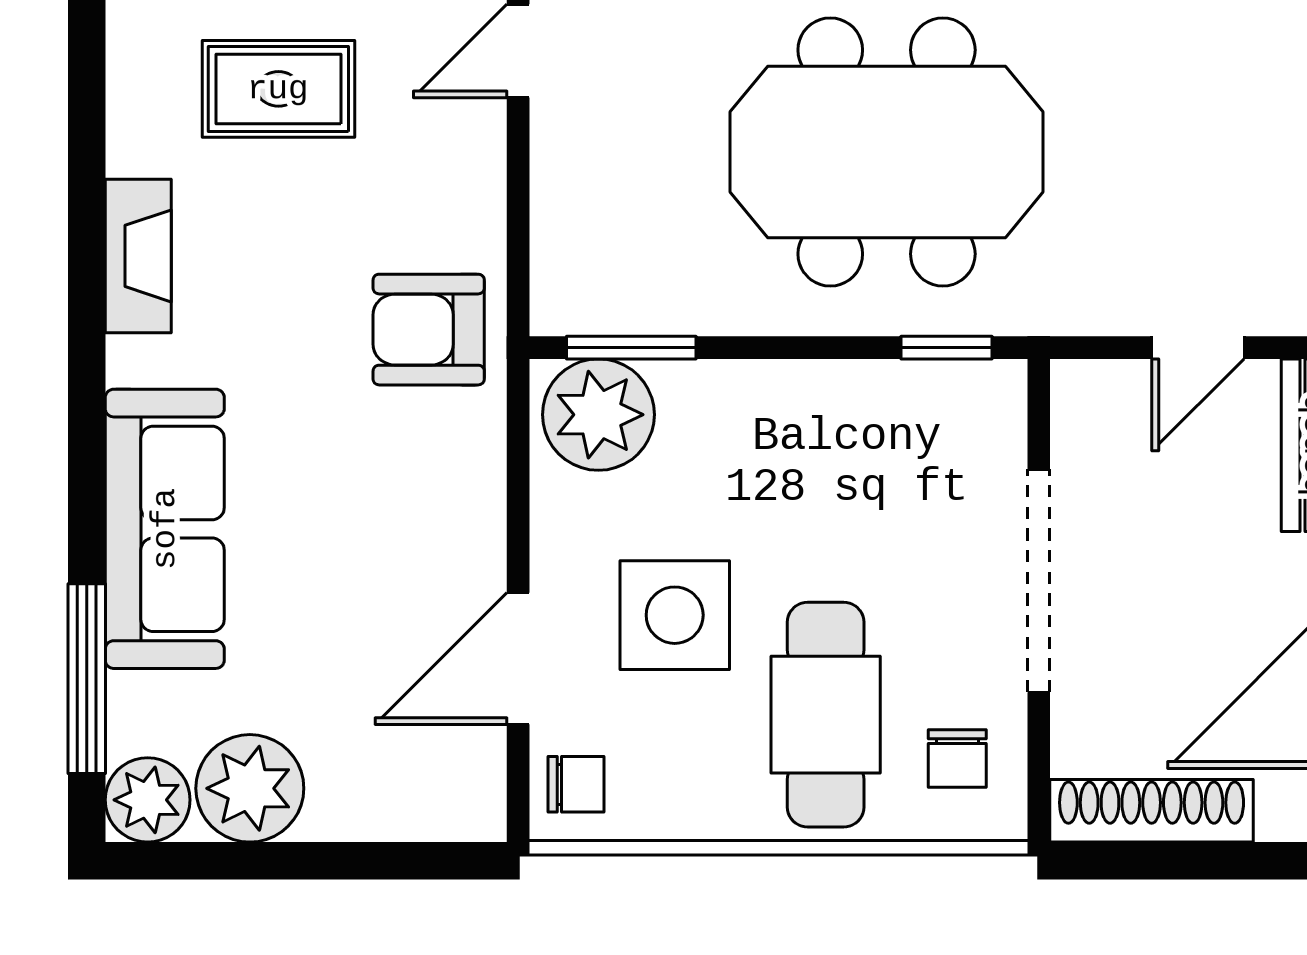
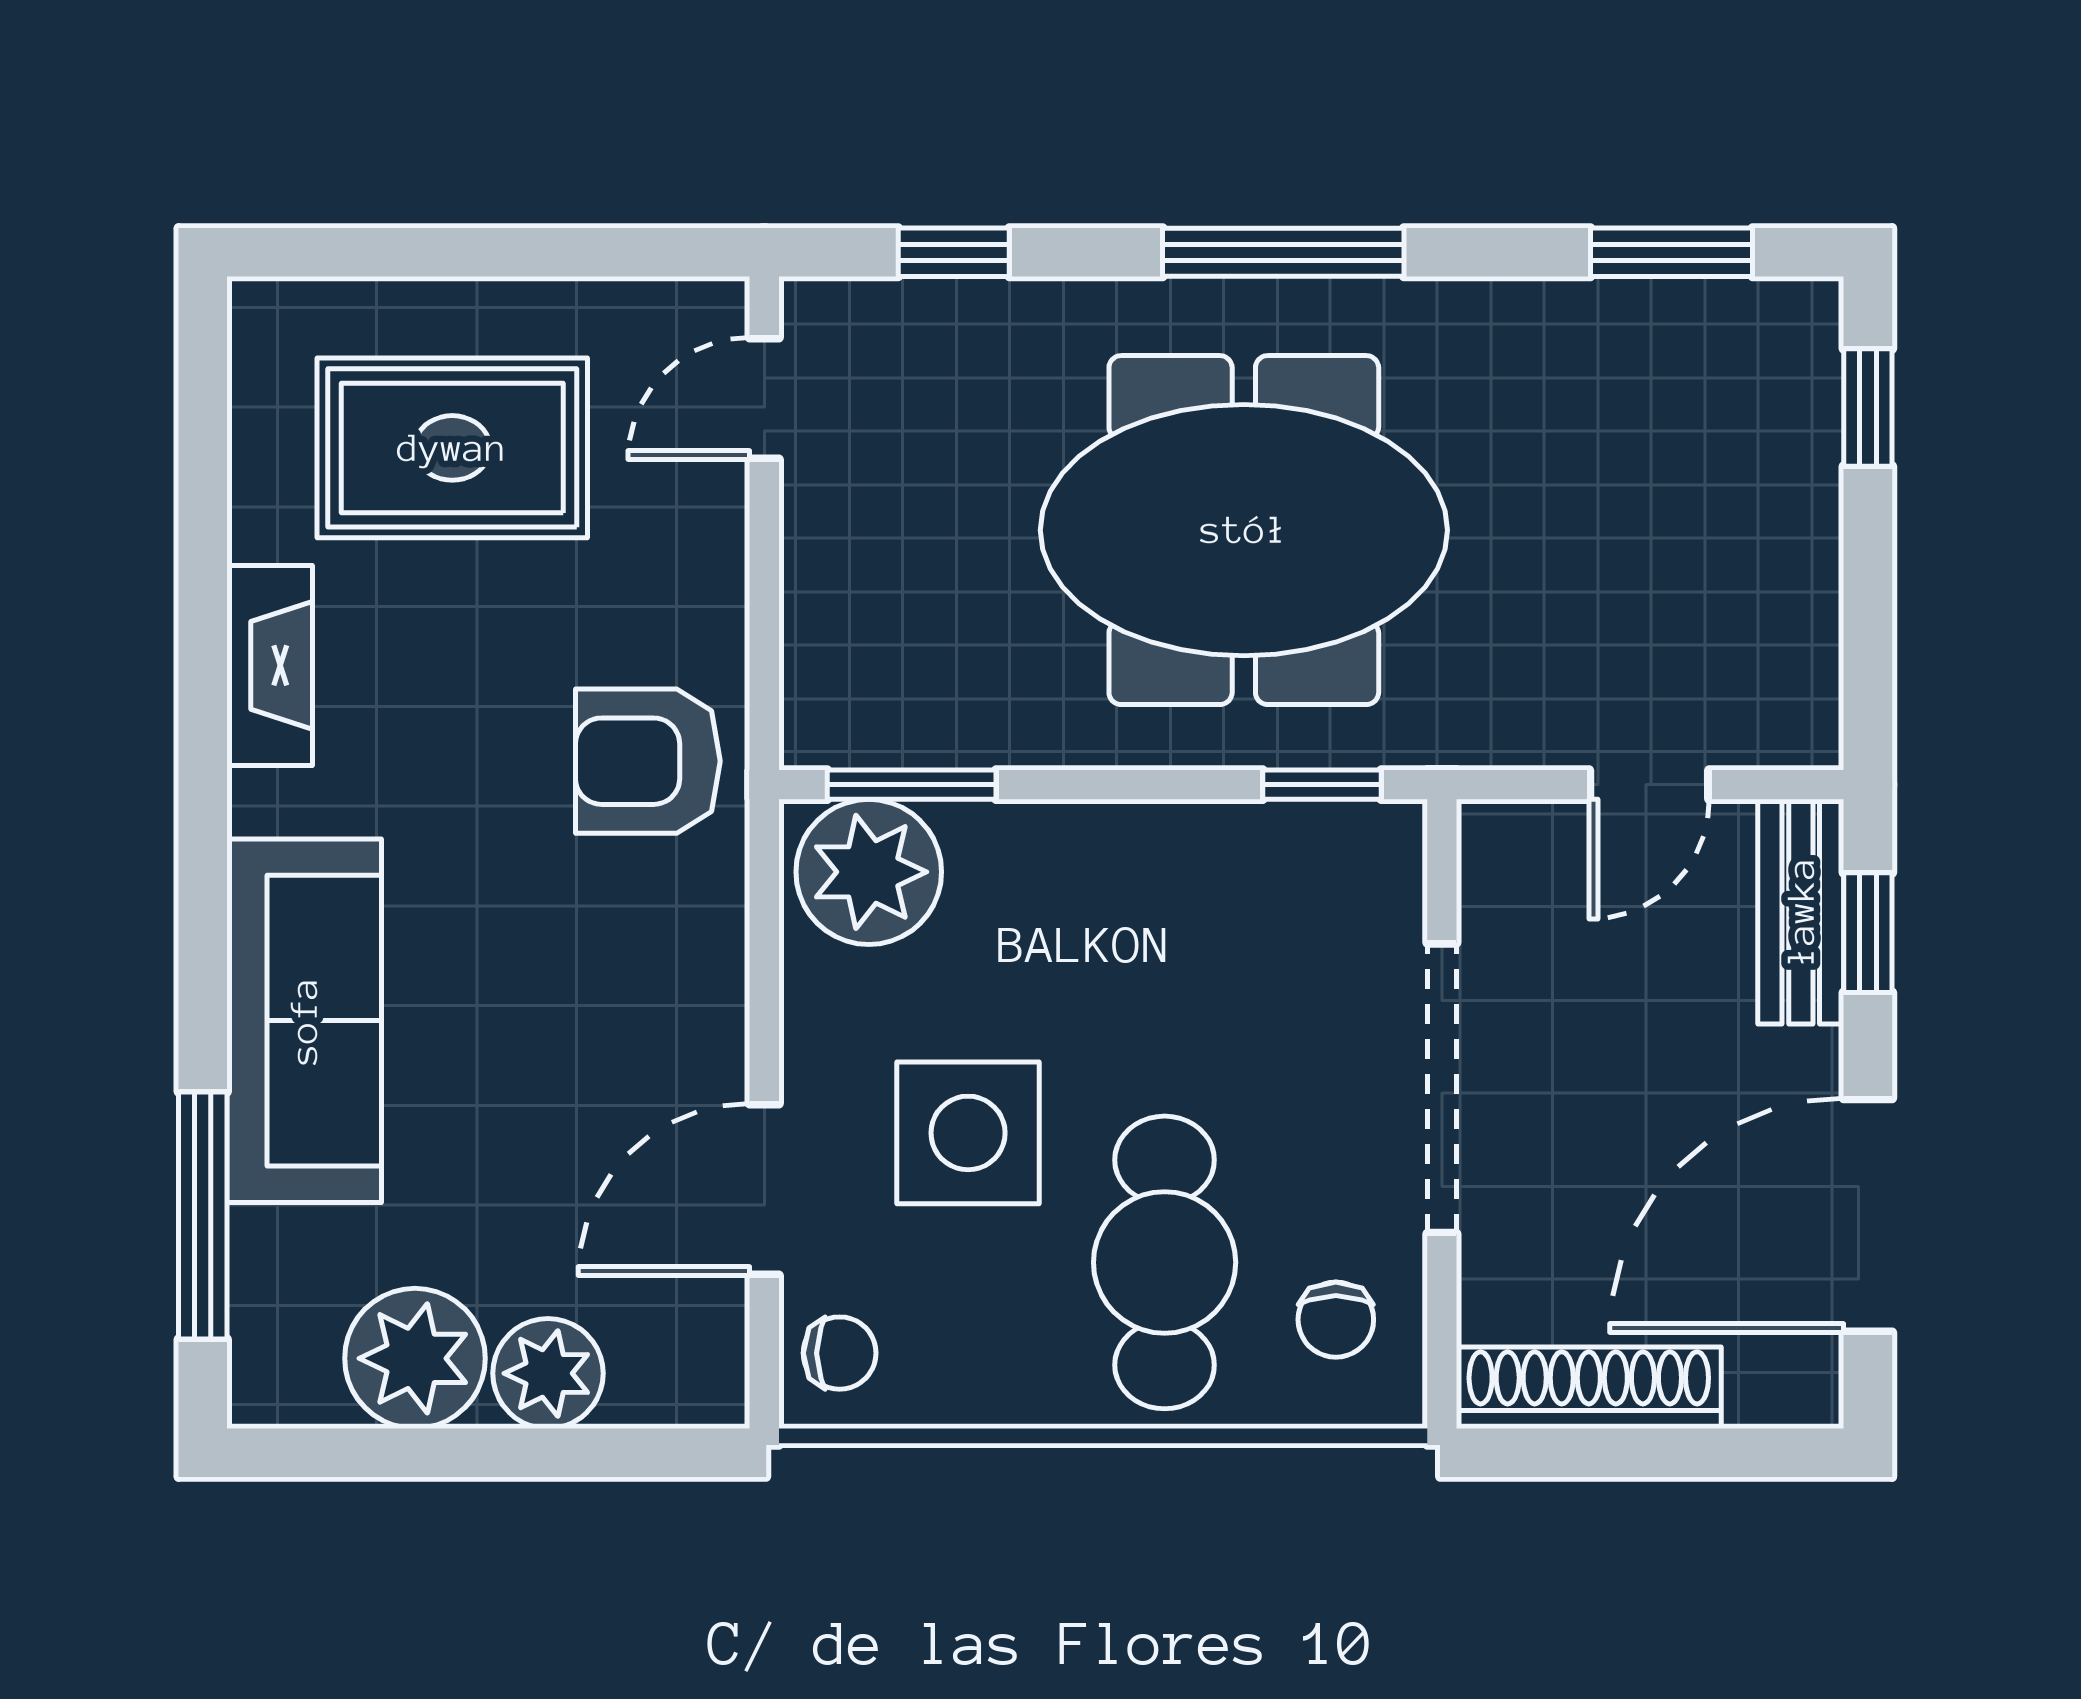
rug: (278, 89) -> (452, 448), width x1.36, depth x1.43
plant: (148, 800) -> (548, 1373), moved

